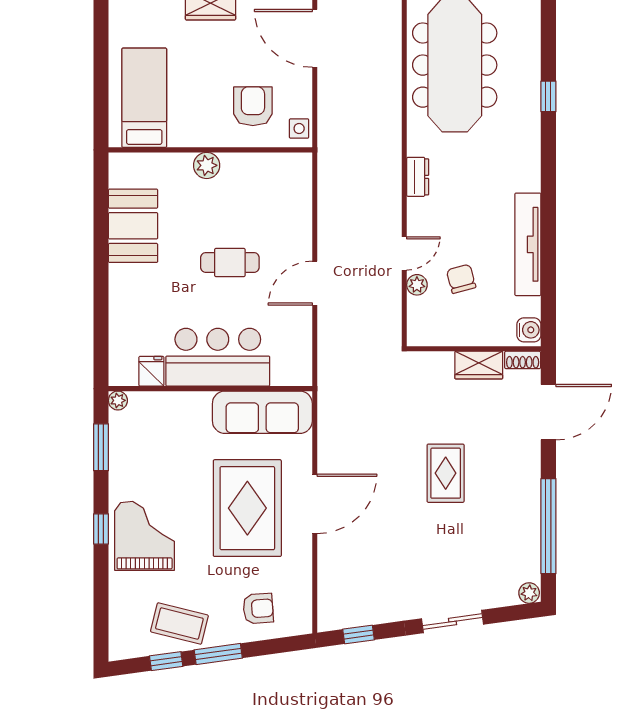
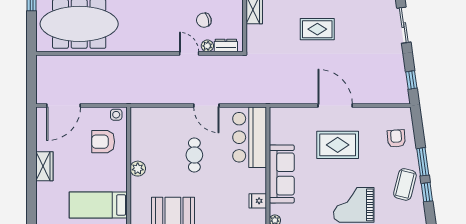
dresser: (418, 177) -> (226, 45), moved
bar counter: (218, 357) -> (250, 137), moved
sofa: (262, 412) -> (282, 174), moved
rug: (247, 508) -> (338, 145), width x0.73, depth x0.69

